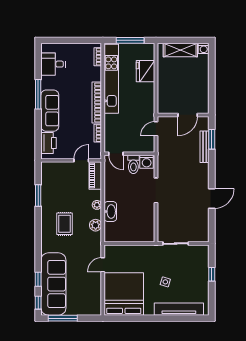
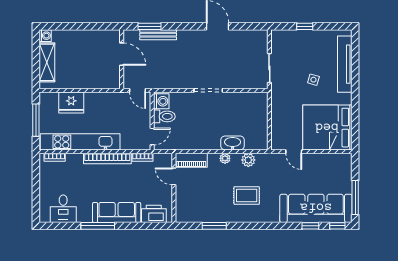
door: (116, 154) -> (152, 137), moved
wall: (129, 154) -> (152, 121), moved
washing machine: (147, 162) -> (161, 101), moved
toilet: (133, 164) -> (164, 116), moved

